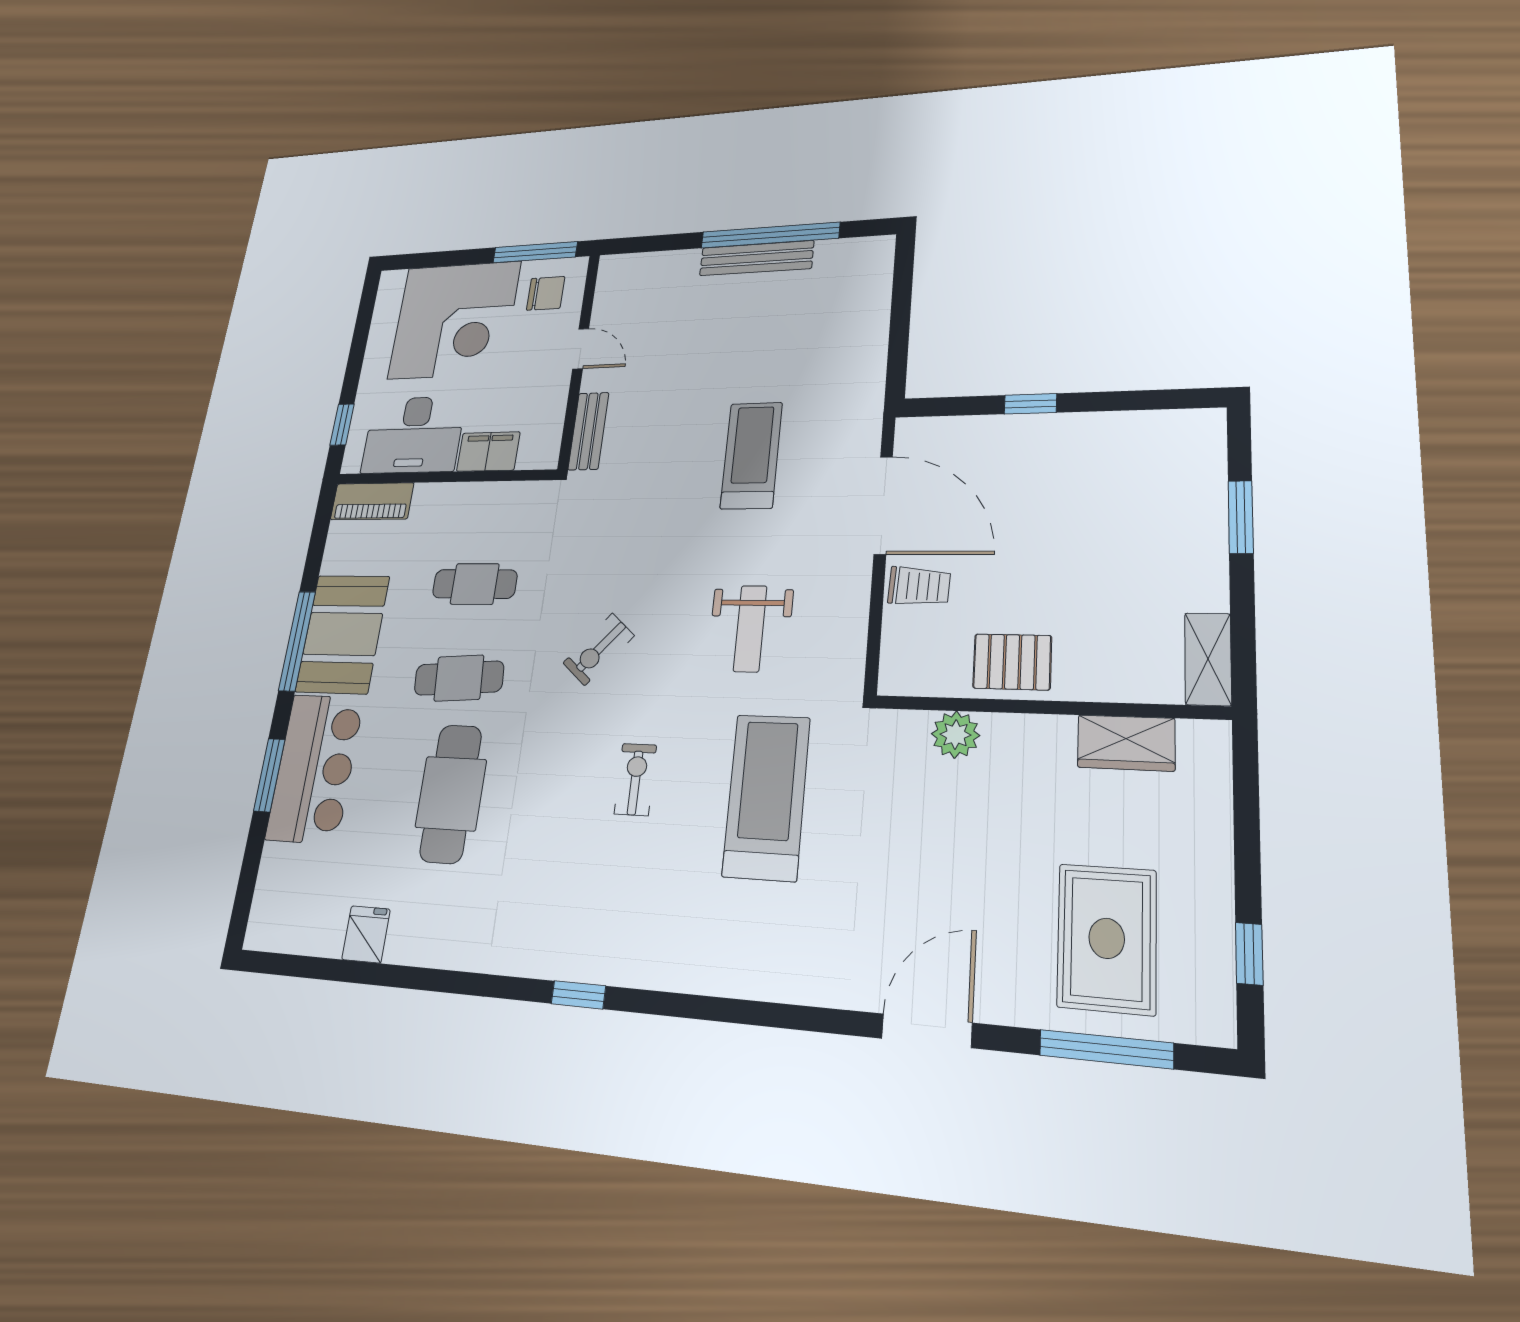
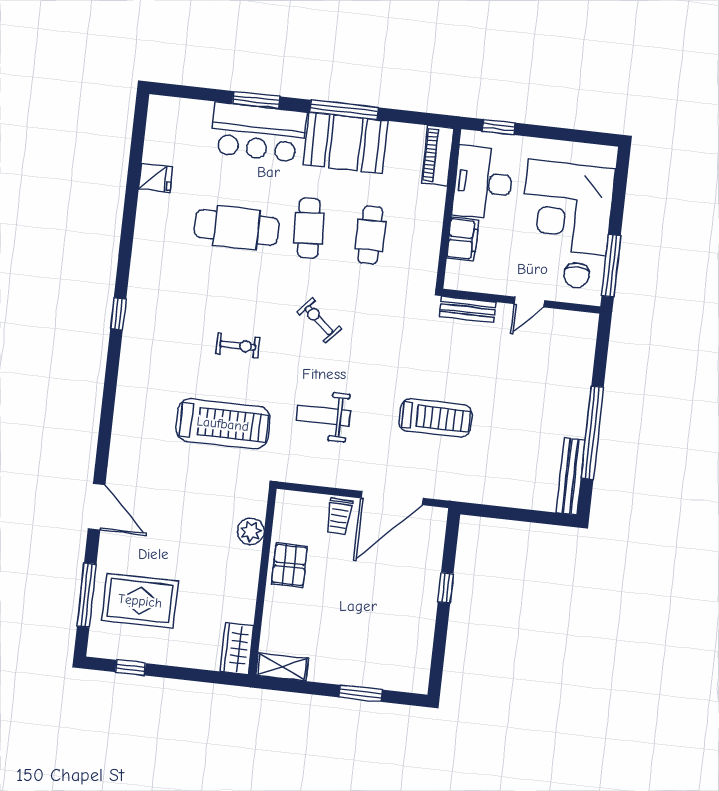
bench: (756, 258) -> (571, 476), moved
wardrobe: (1126, 743) -> (237, 649), moved

